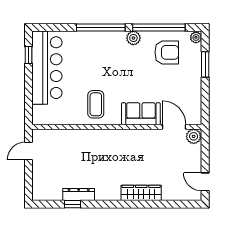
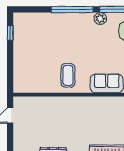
bar counter: (47, 68) -> (26, 44), removed

